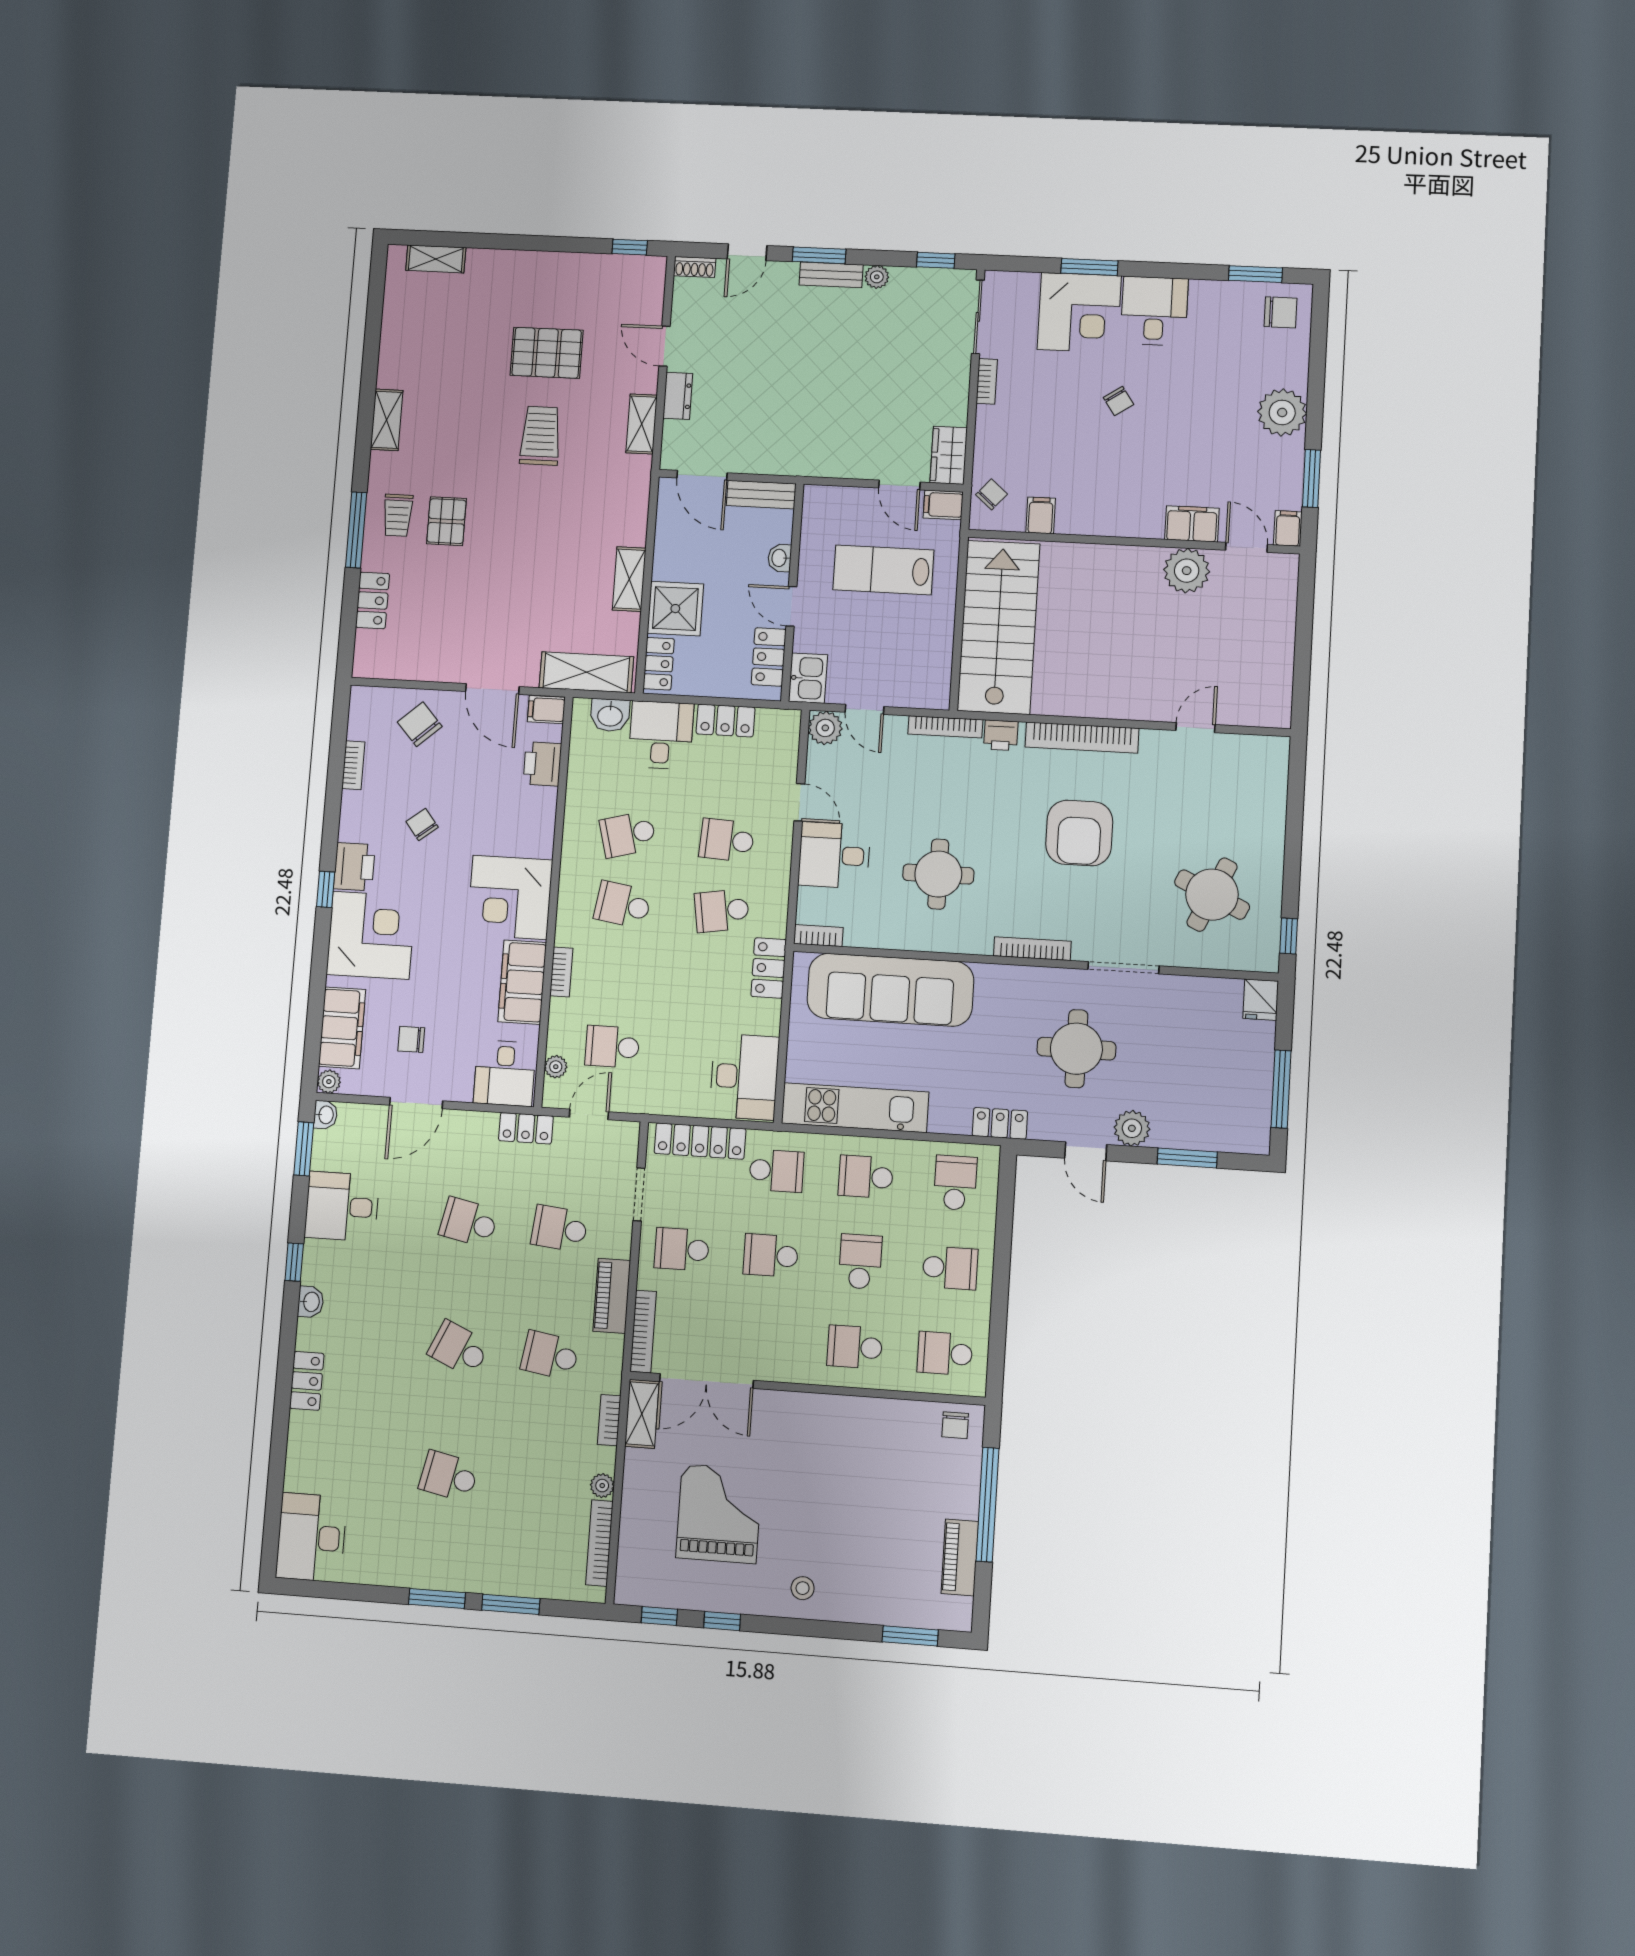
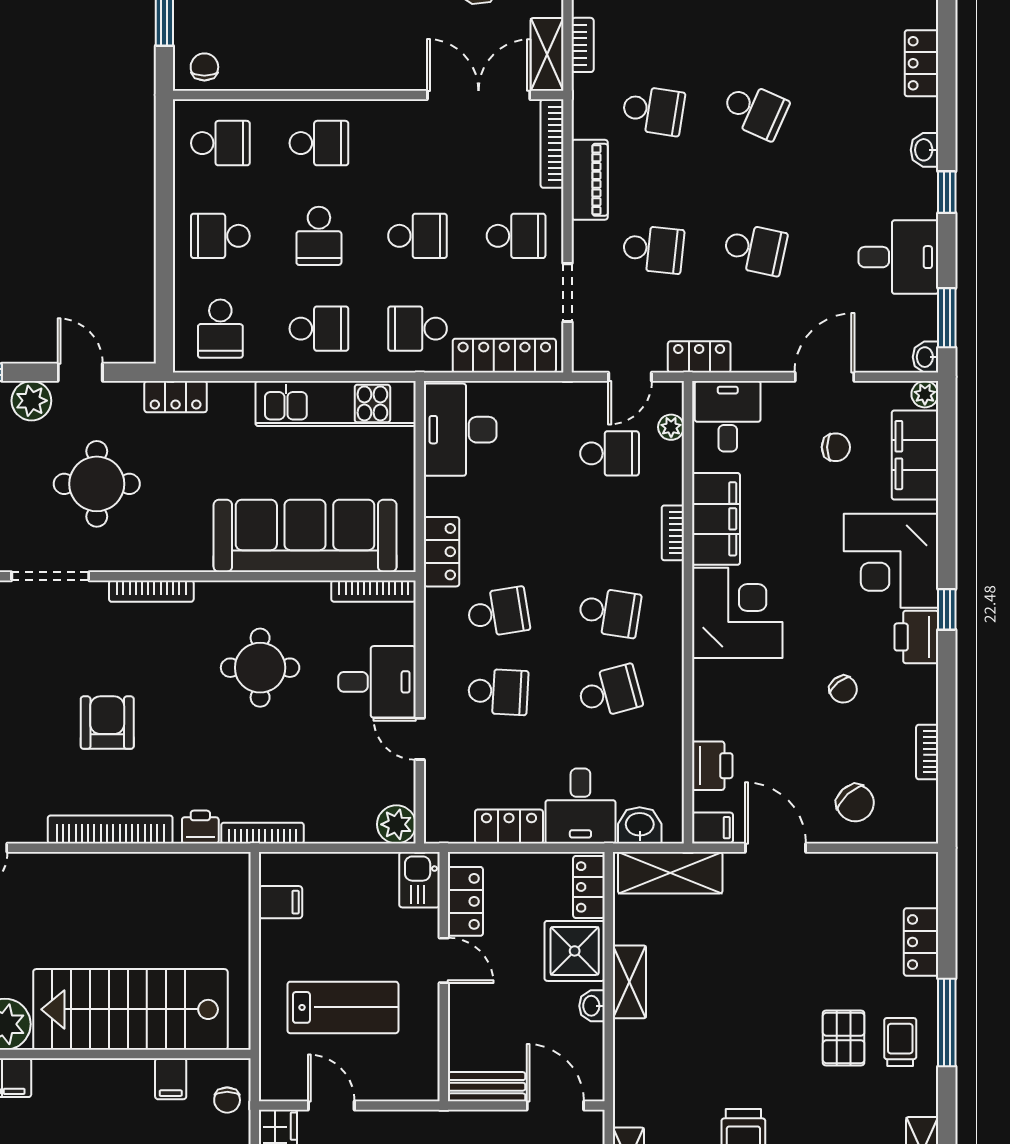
chair: (992, 494) -> (227, 1100), turned -41
filing cabinet: (943, 505) -> (280, 902), moved
washbasin: (780, 558) -> (592, 1006), moved, turned 180
stairs: (998, 627) -> (130, 1009), moved, turned 90
door: (865, 709) -> (354, 848), removed
armchair: (1079, 833) -> (107, 723), width x0.73, depth x0.73
bookcase: (818, 936) -> (374, 591), width x1.56

